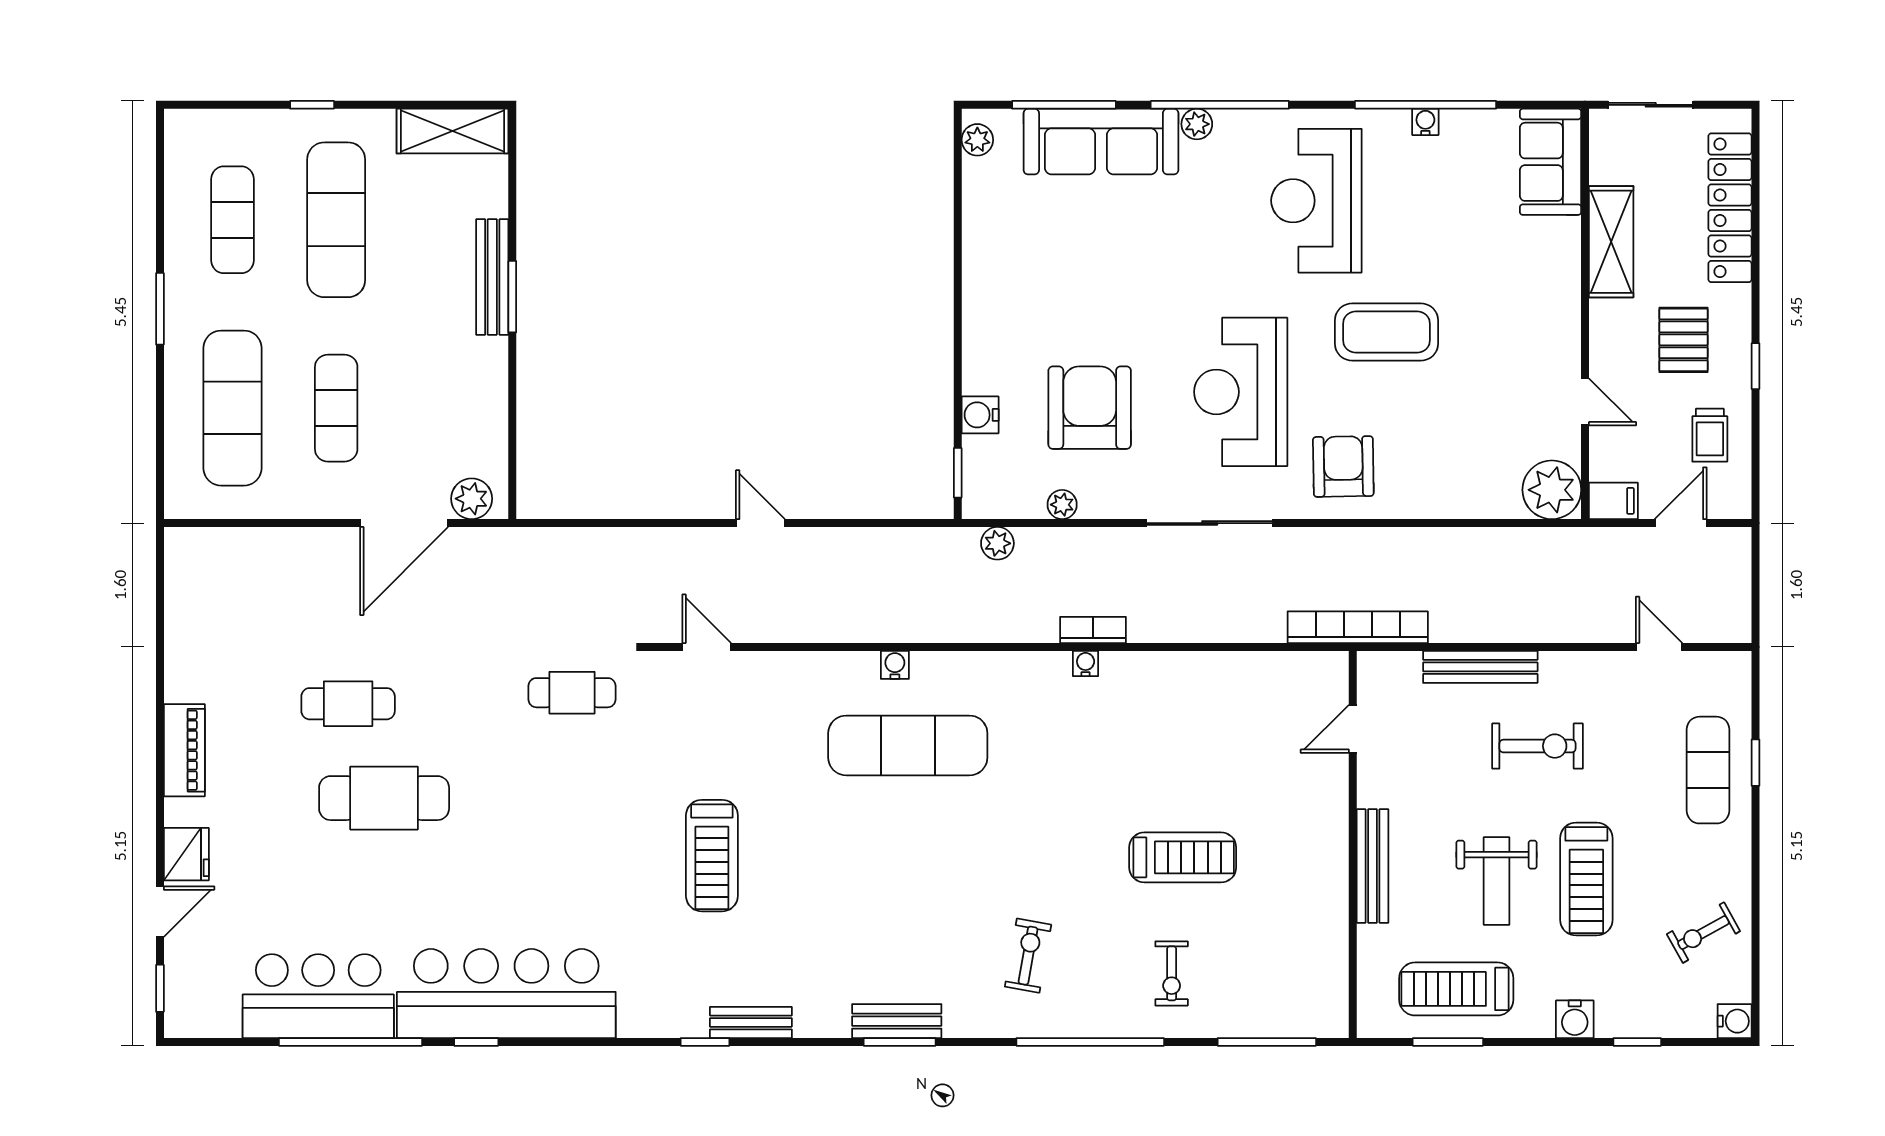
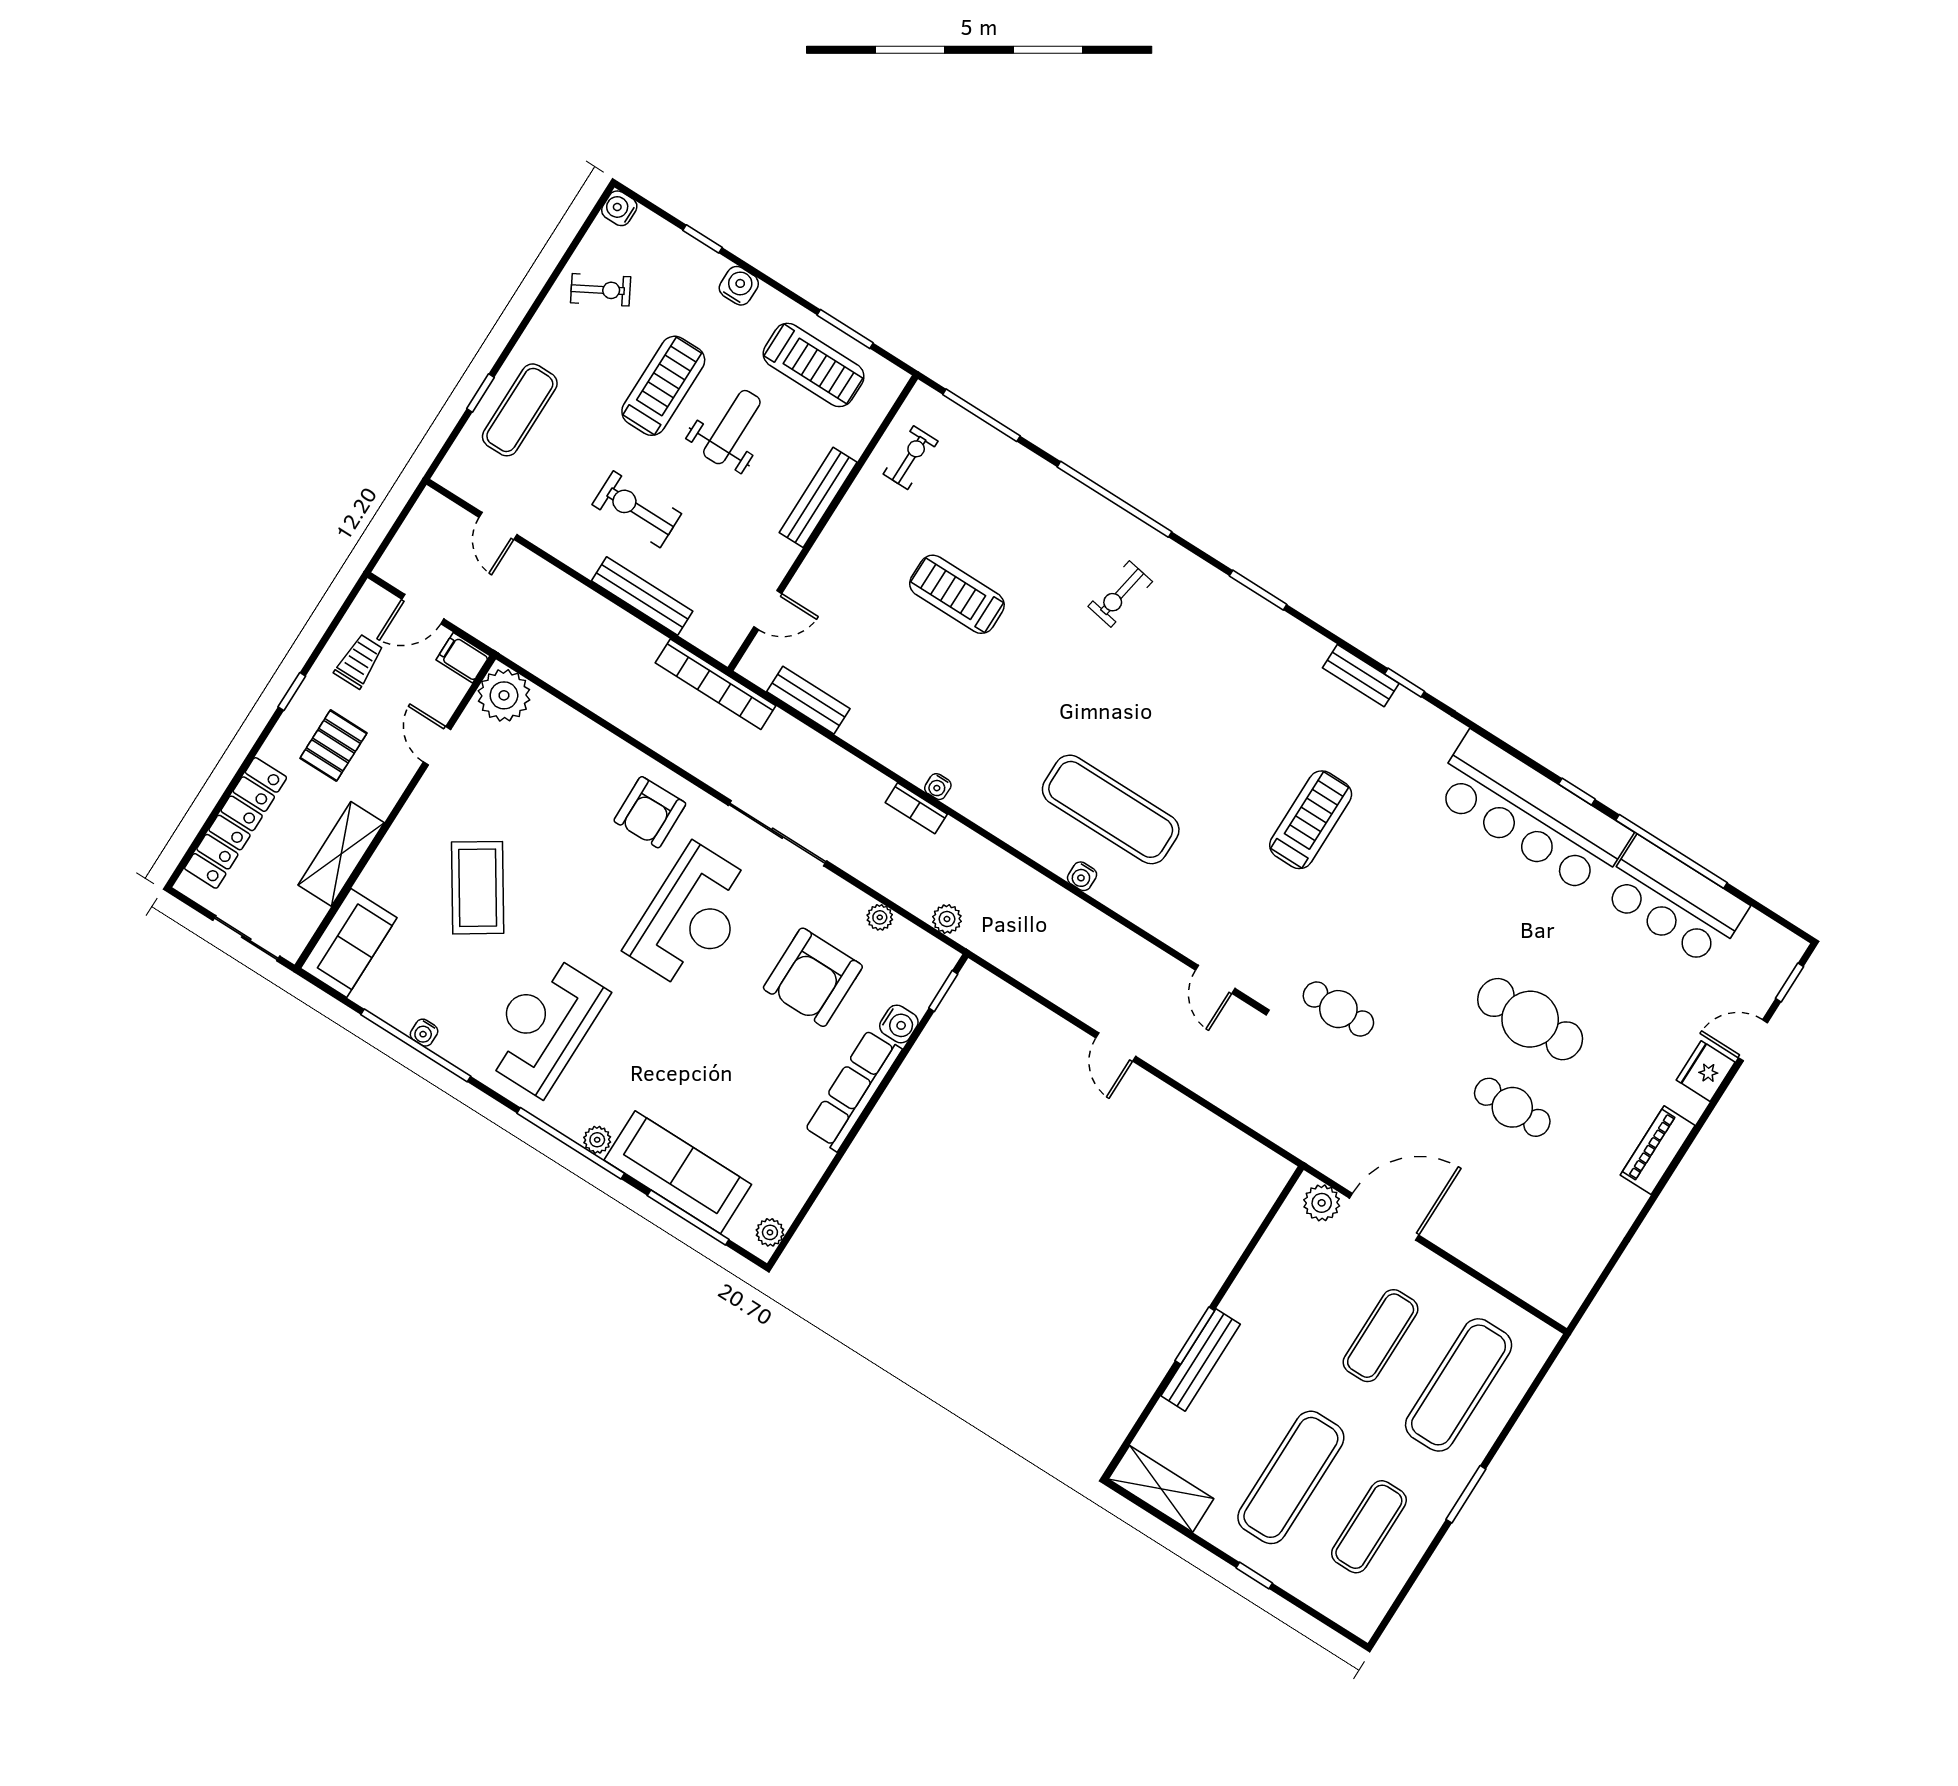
reception desk: (1316, 201) -> (544, 1025), turned 180
row of seats: (984, 325) -> (853, 1090), added
coffee table: (1386, 332) -> (478, 888), moved, turned 57
exercise bike: (1172, 973) -> (911, 458), moved
bench: (897, 1021) -> (808, 700), moved

